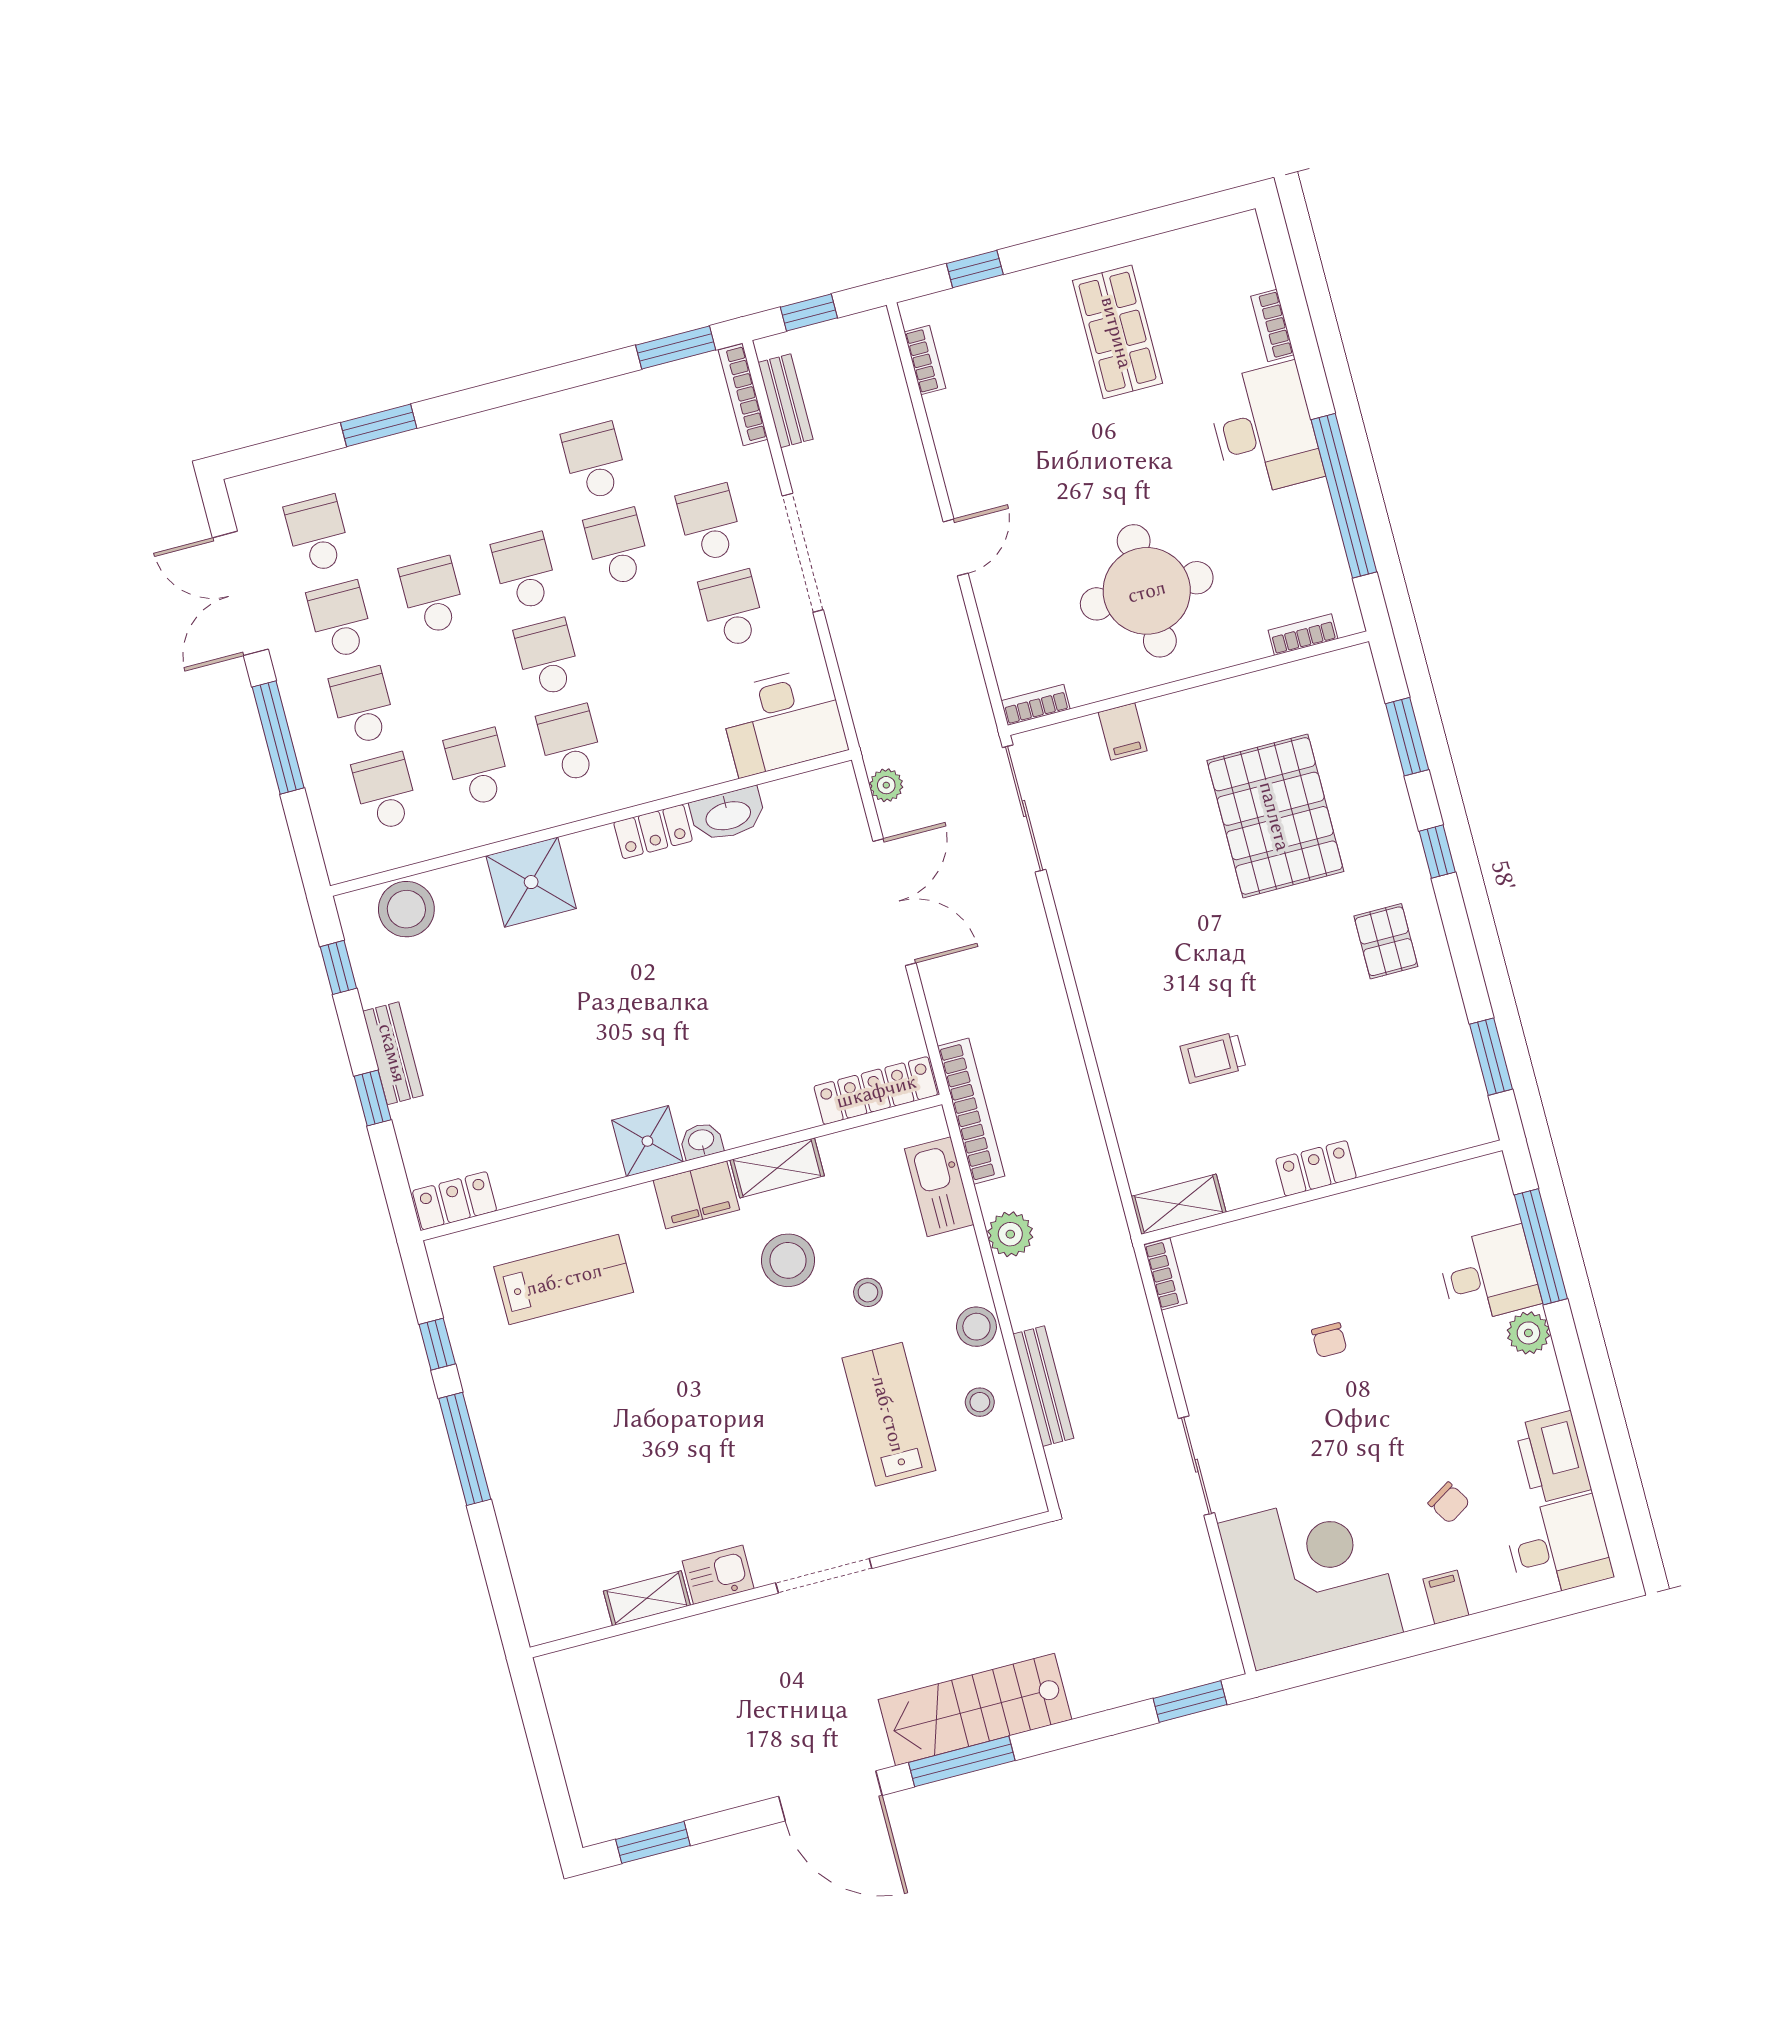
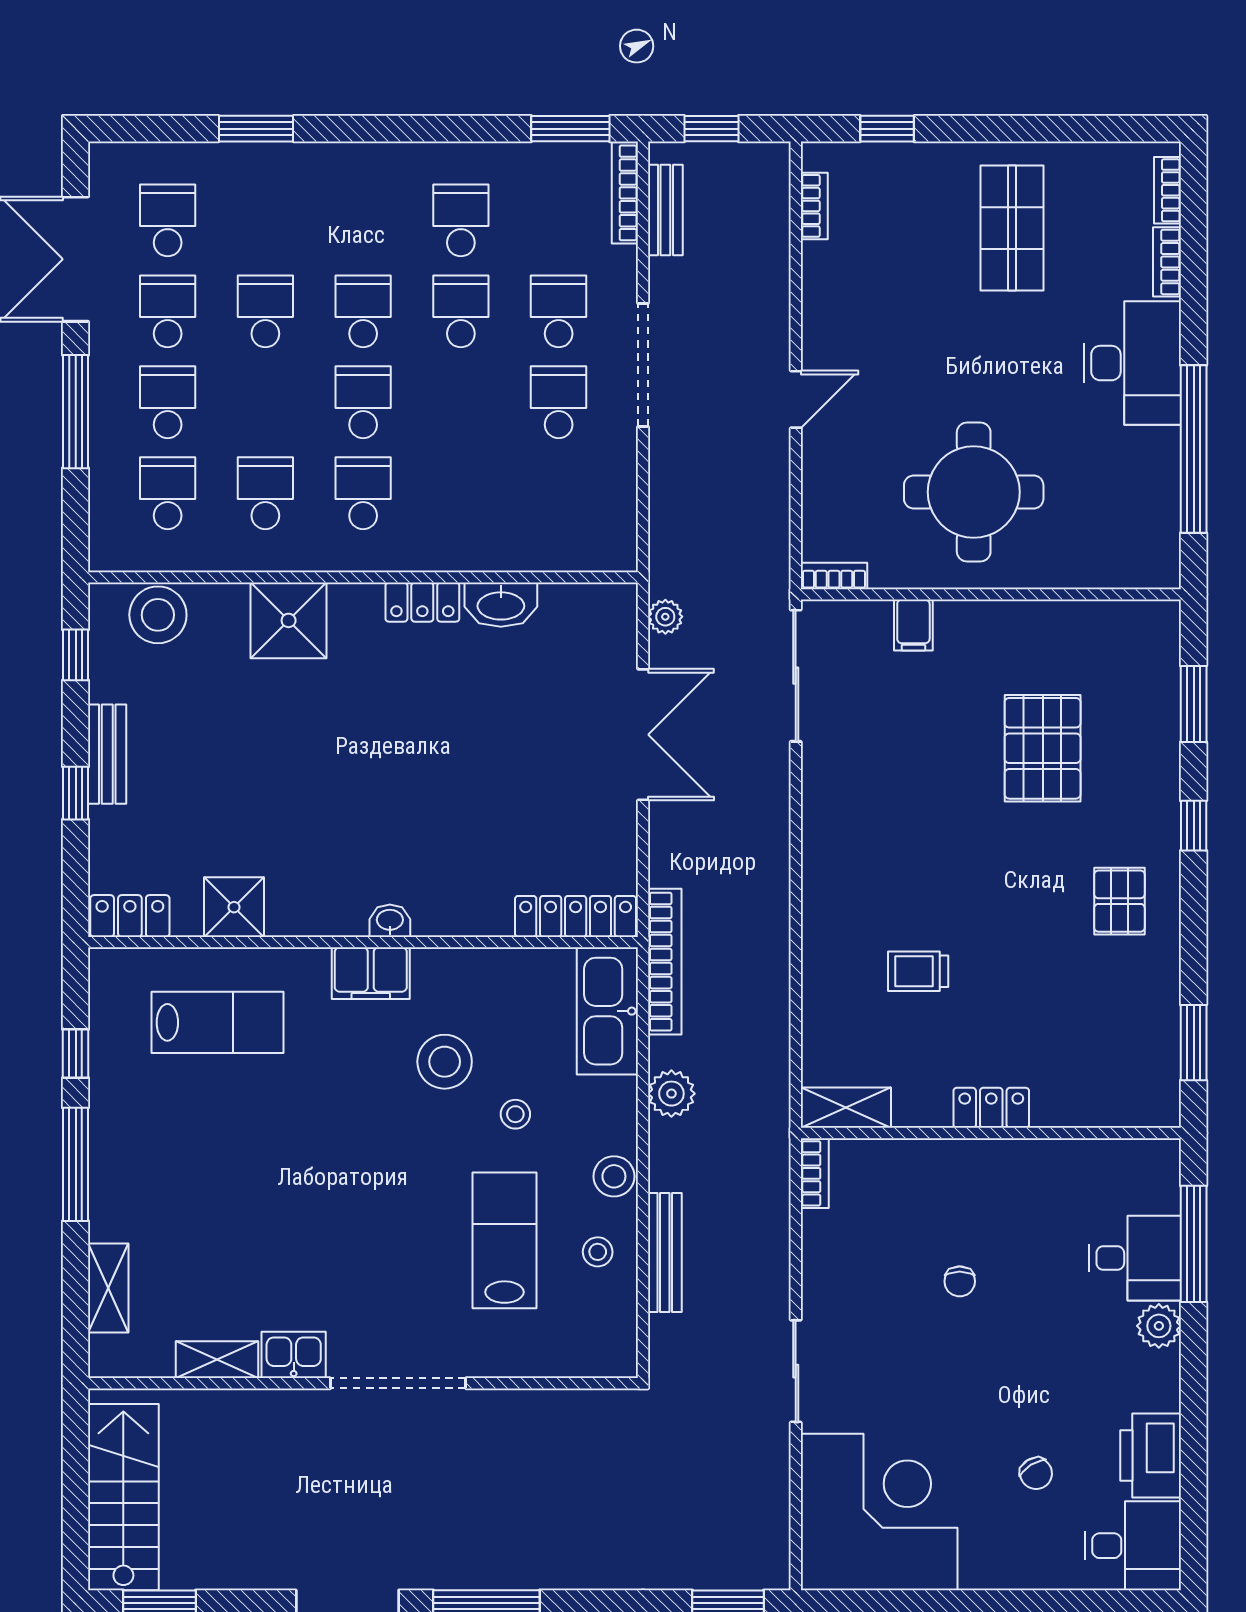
bookcase: (1303, 635) -> (1167, 190), moved, turned -90
desk: (783, 721) -> (580, 526), removed
pallet: (1275, 816) -> (1043, 748), width x0.73, depth x0.71
shower: (647, 1141) -> (234, 907), moved
shelving: (777, 1168) -> (108, 1288), moved, turned 90
kitchen sink: (939, 1187) -> (607, 1011), width x1.36, depth x1.24
doorway: (824, 1576) -> (398, 1383), width x1.36
filing cabinet: (1446, 1597) -> (1009, 1566), removed
stairs: (975, 1710) -> (123, 1497), moved, turned 90

